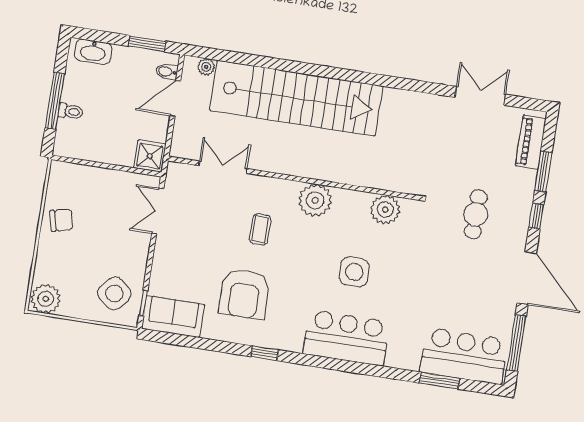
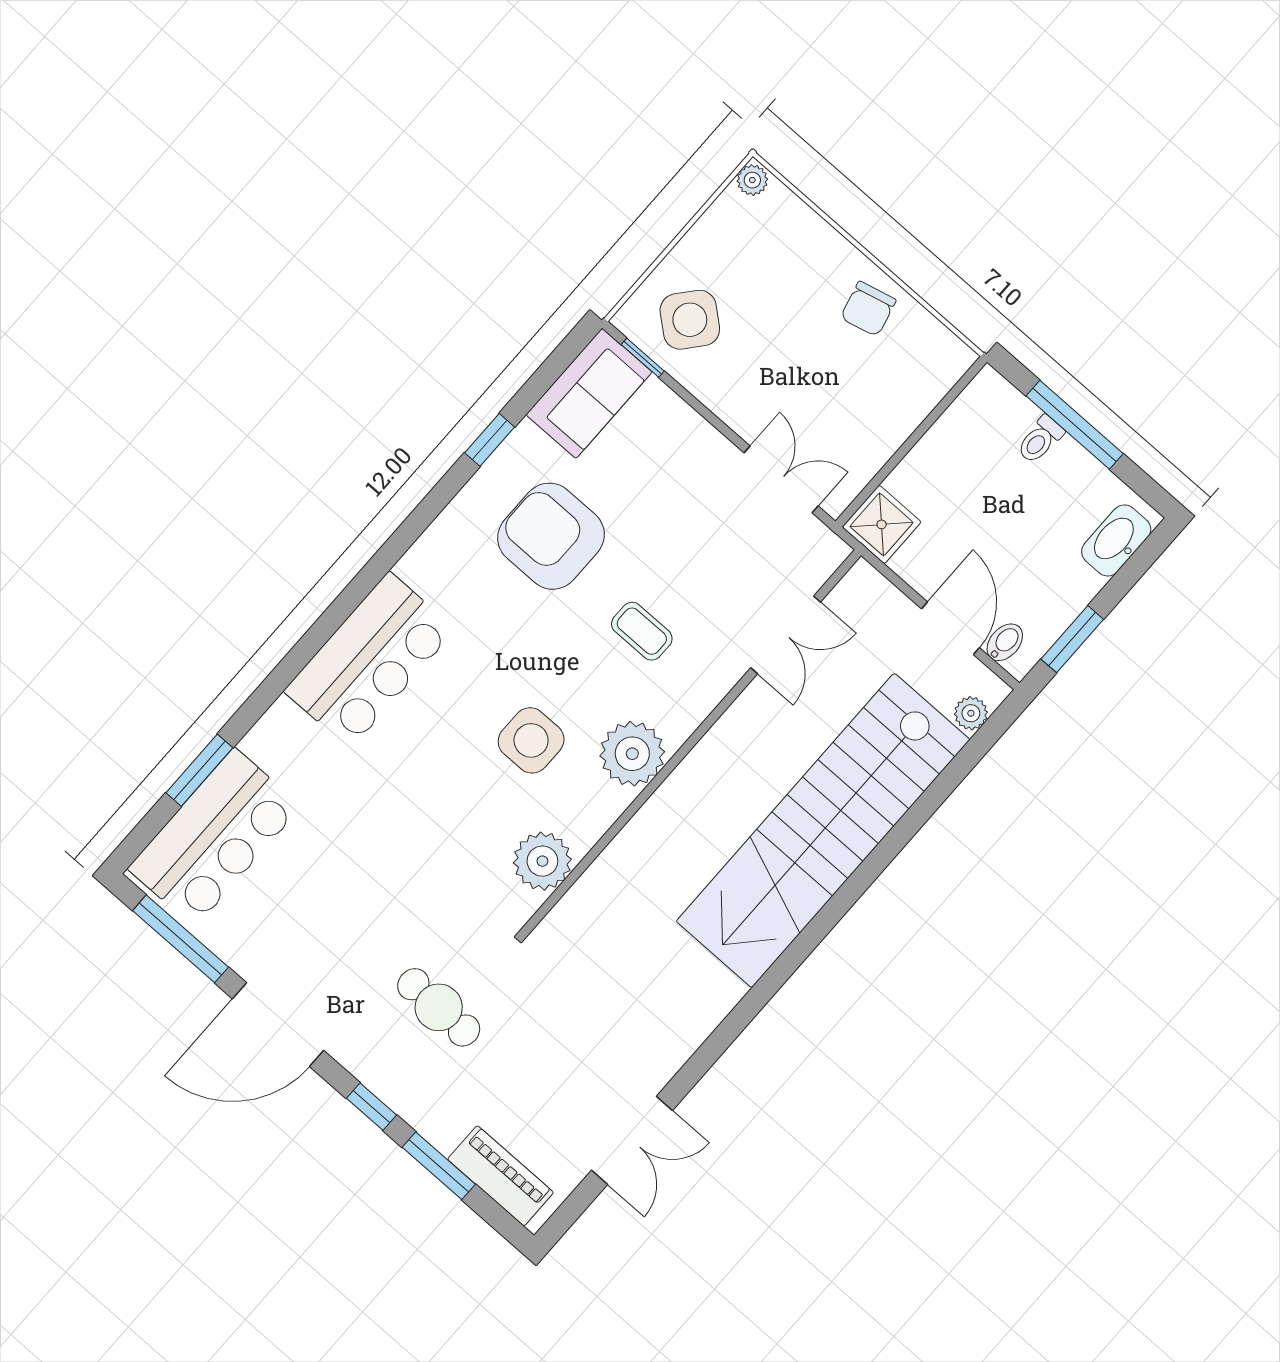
side table: (354, 272) -> (531, 740), moved
plant: (46, 299) -> (752, 180), width x0.53, depth x0.53
window: (265, 353) -> (490, 440), moved

